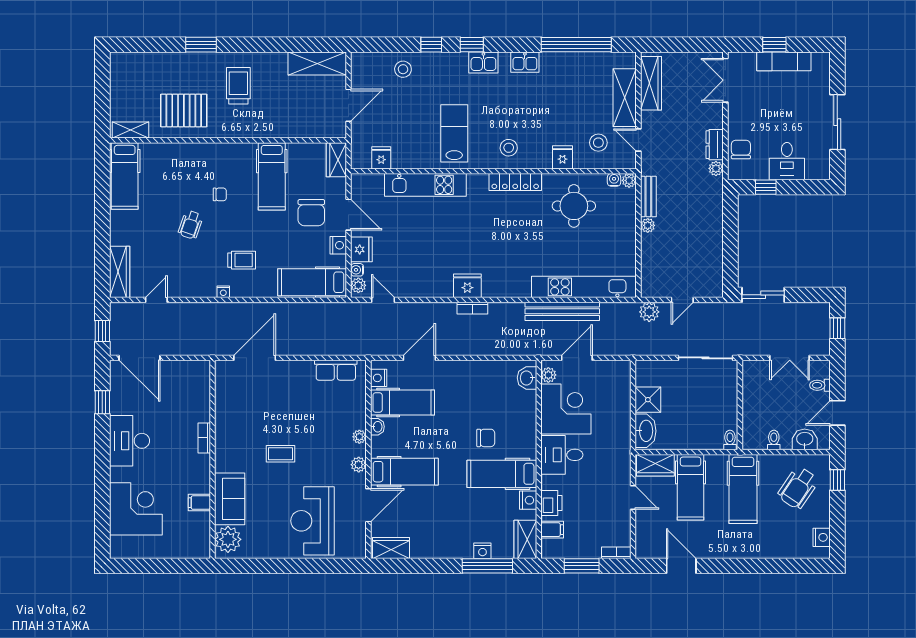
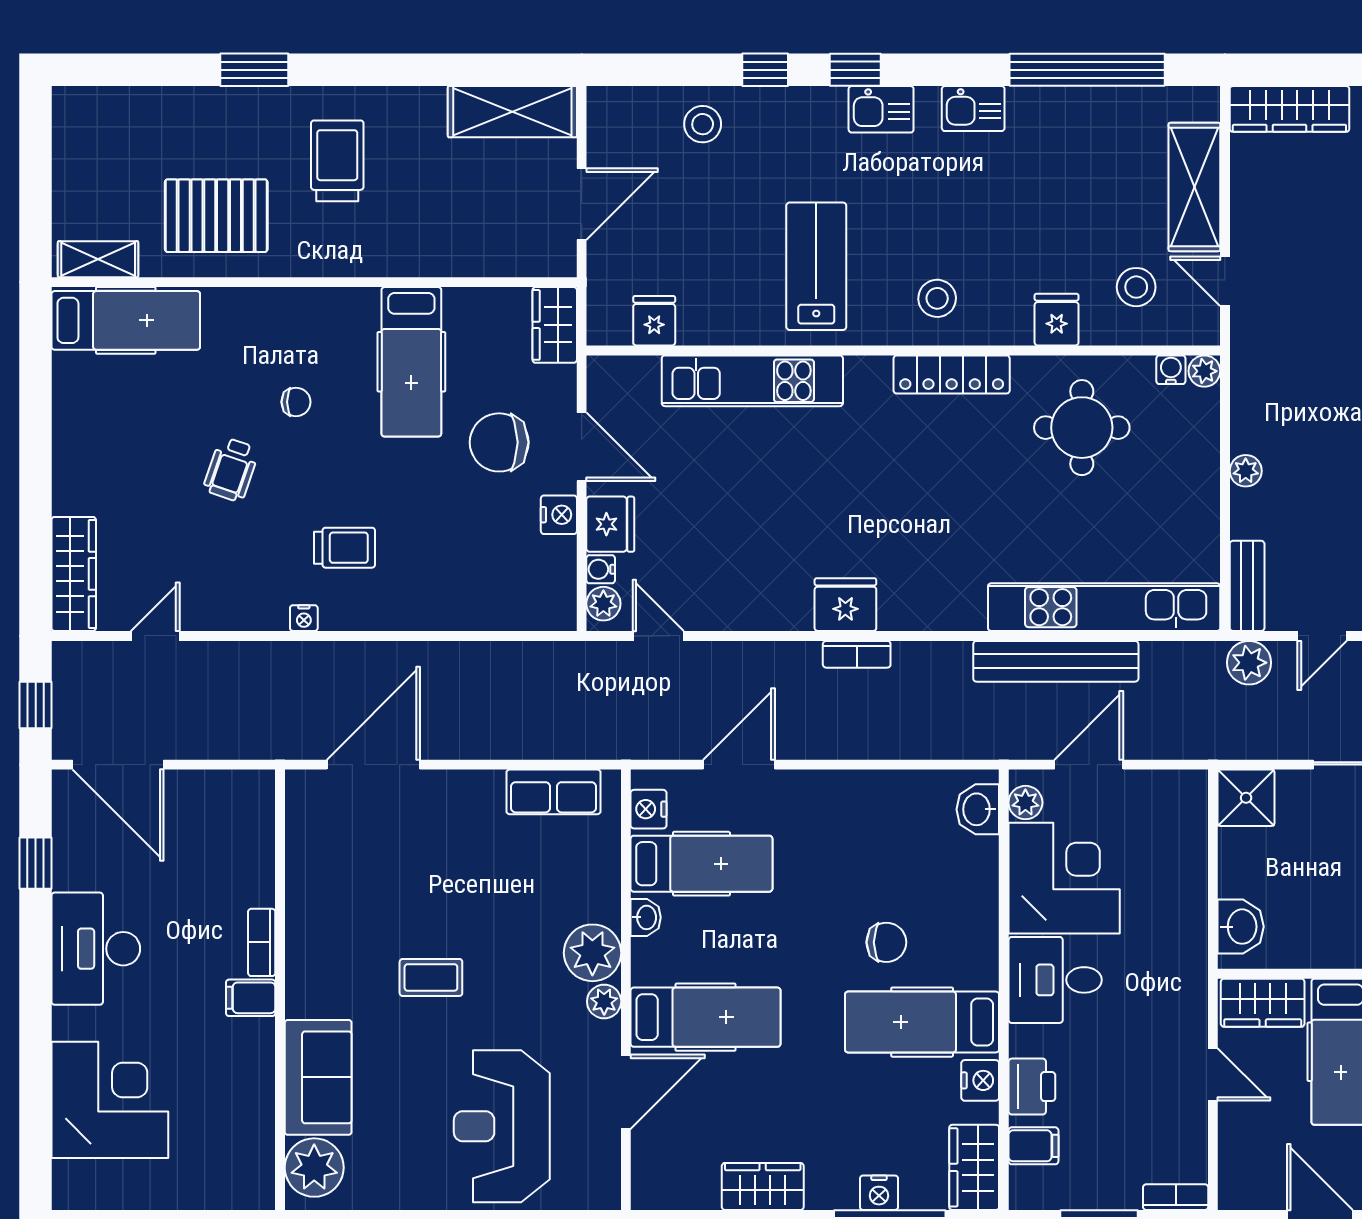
wardrobe: (651, 83) -> (1289, 109), moved, turned 90
hospital bed: (125, 176) -> (126, 320), moved, turned -90
bench: (648, 196) -> (1247, 586), moved
chair: (311, 213) -> (499, 442), turned 90
hospital bed: (312, 282) -> (501, 597), removed
shower: (648, 400) -> (1246, 798), moved
washbasin: (645, 431) -> (1241, 927), width x0.72
plant: (359, 437) -> (592, 953), width x1.88, depth x1.88
filing cabinet: (199, 503) -> (251, 998), moved
wardrobe: (391, 548) -> (763, 1186), moved

